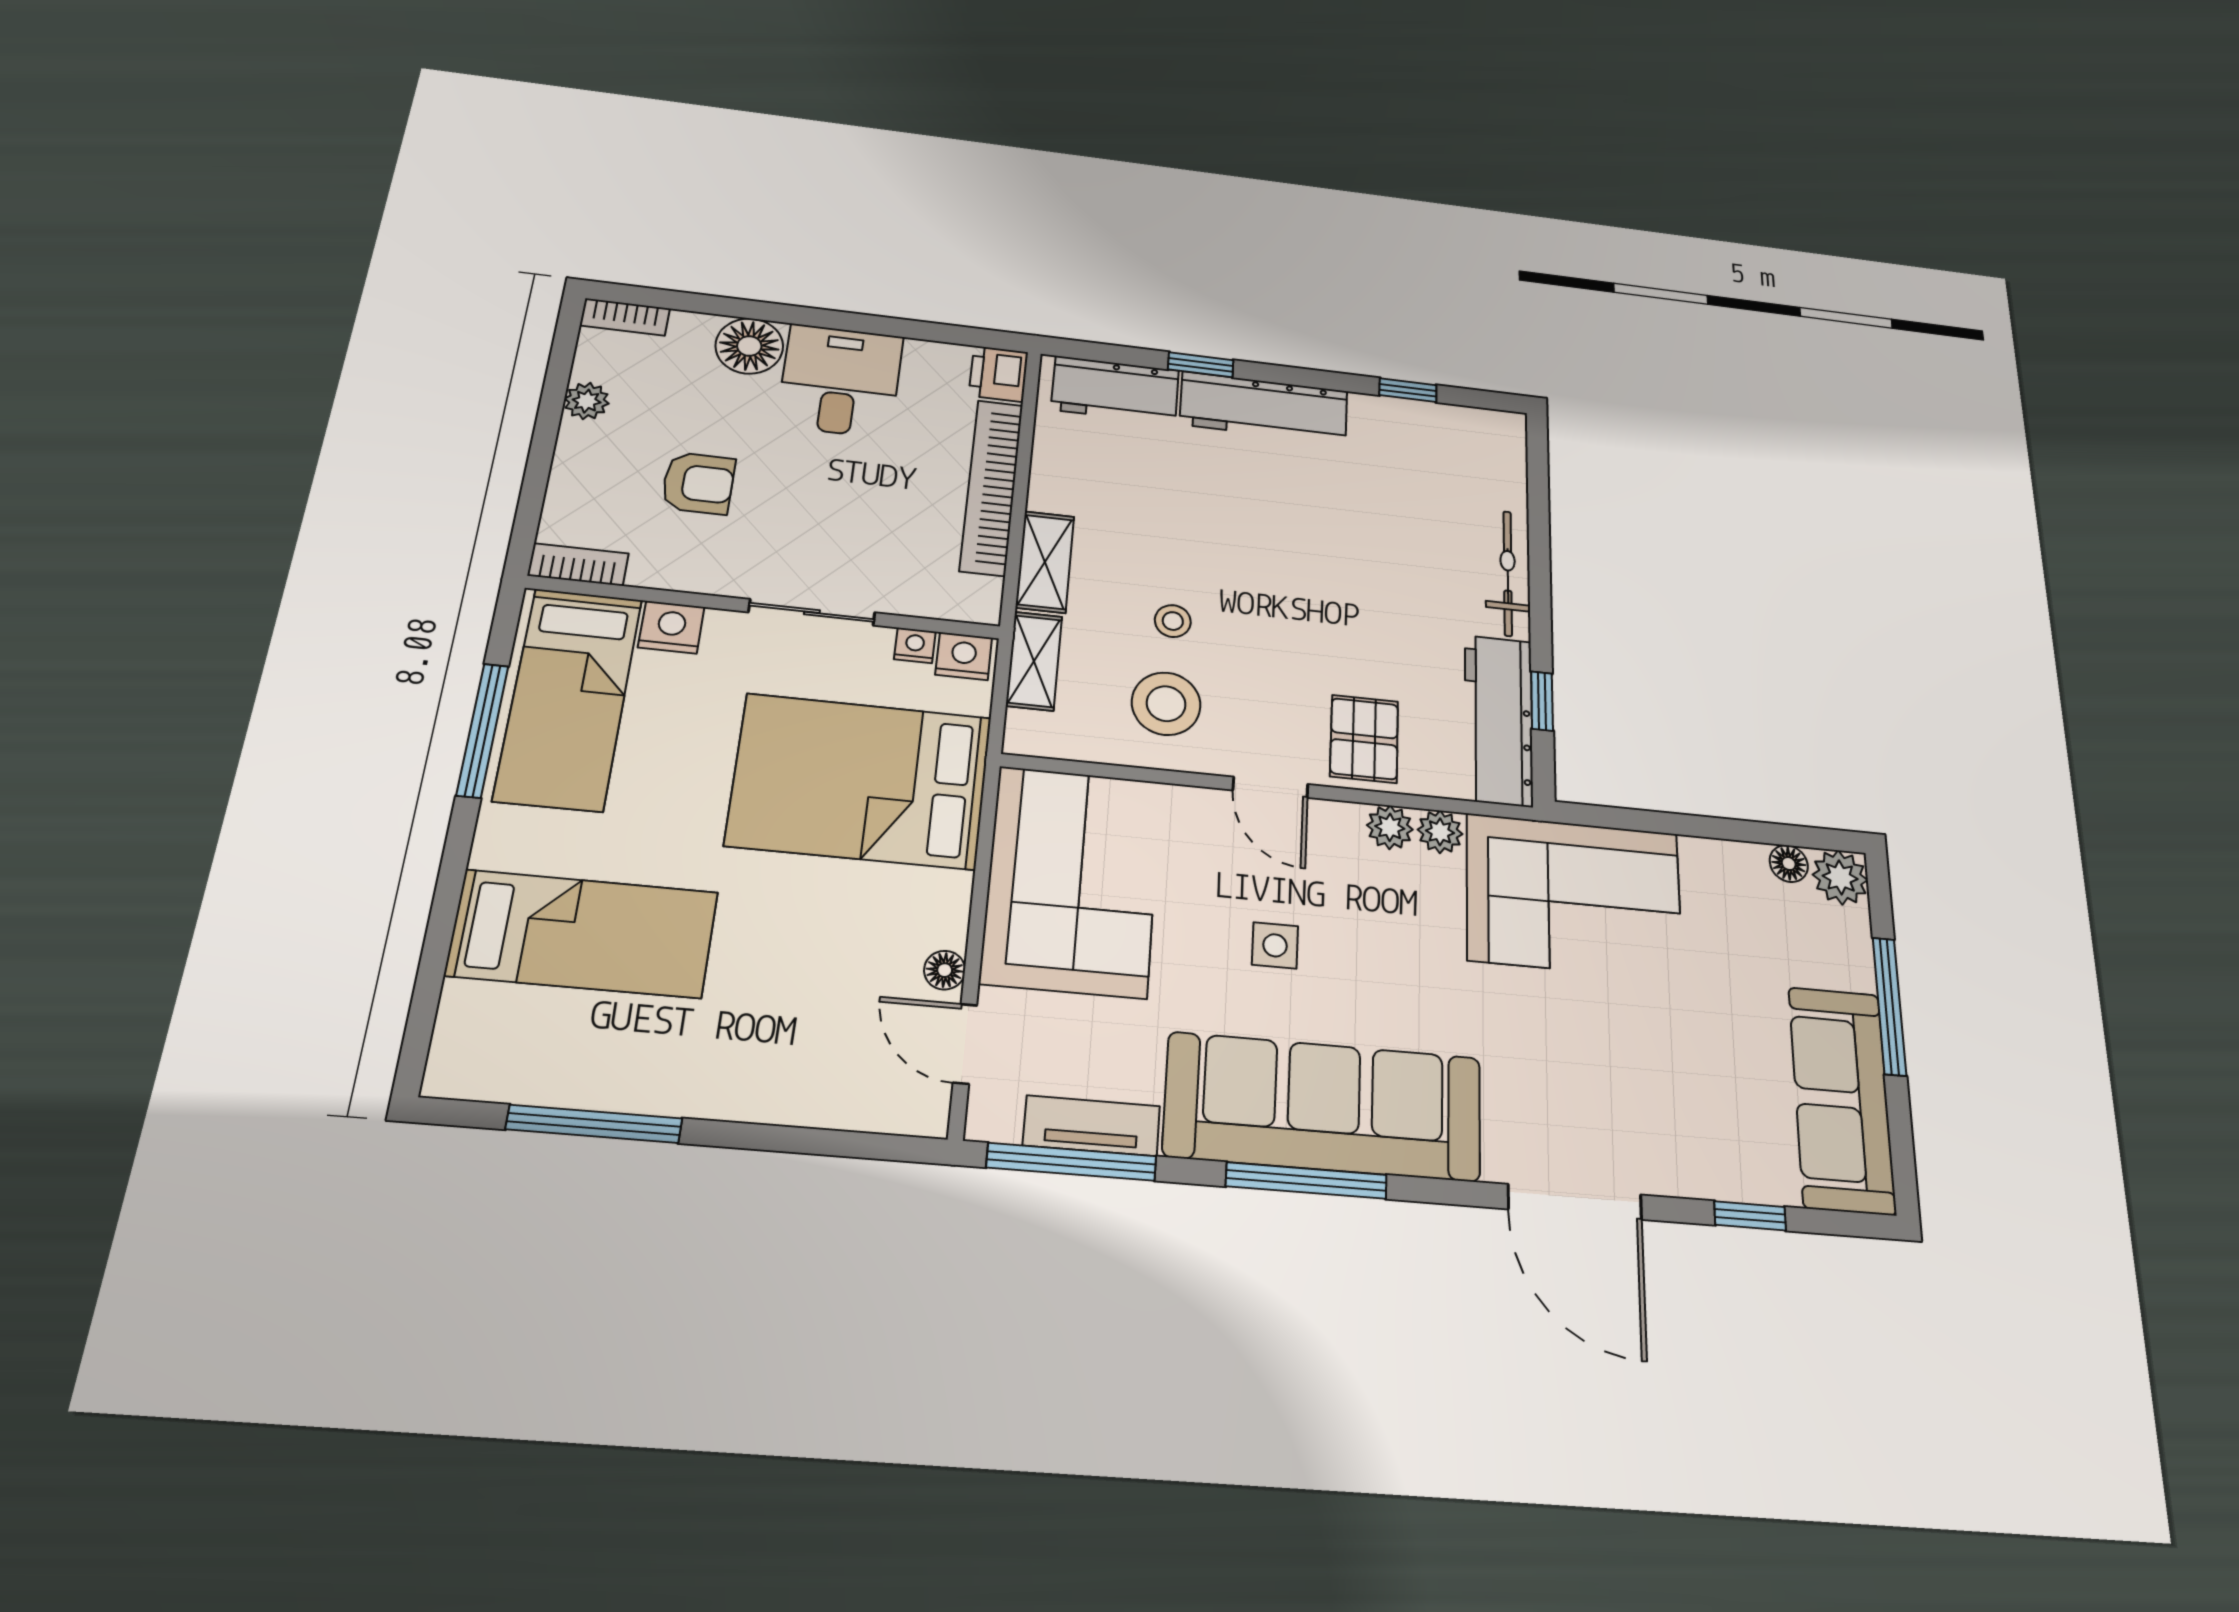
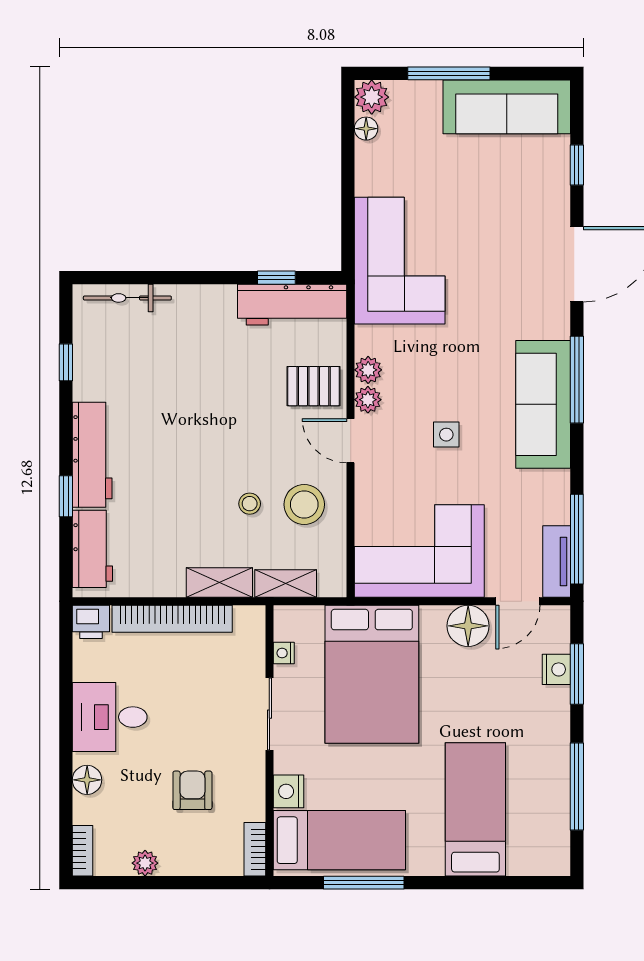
floor lamp: (749, 346) -> (87, 780), width x0.73, depth x0.73
bicycle: (1508, 573) -> (127, 298), moved
nightstand: (964, 656) -> (556, 669), moved, turned 180
door: (1270, 787) -> (351, 441), swing flipped
plant: (1440, 832) -> (368, 400), moved
floor lamp: (945, 970) -> (468, 626), width x1.89, depth x1.89
sofa: (1324, 1107) -> (543, 404), width x0.74, depth x0.79
tv unit: (1092, 1126) -> (557, 561), moved
window: (814, 1141) -> (577, 674), added
window: (1306, 1181) -> (577, 380), moved

